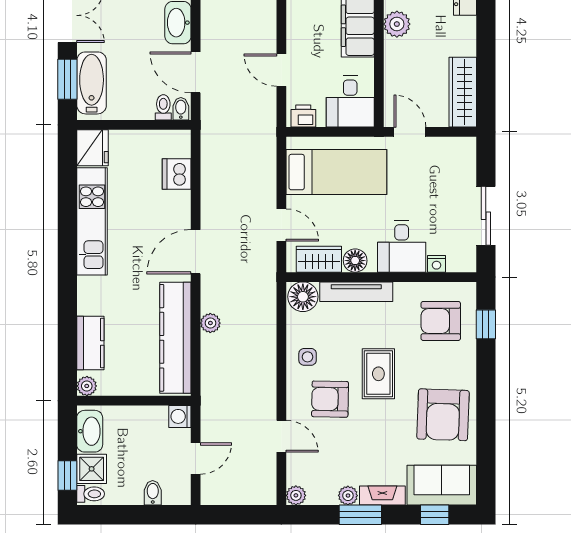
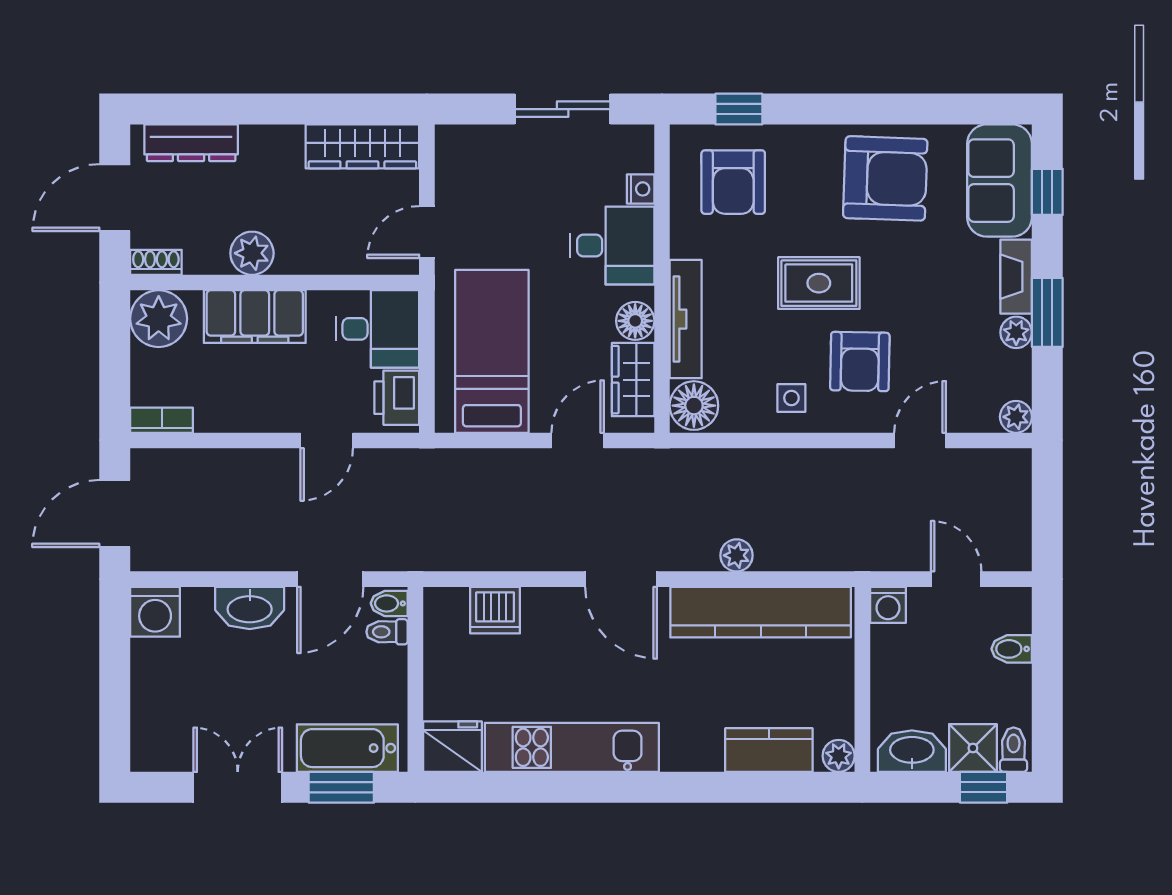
printer: (303, 116) -> (397, 398), width x1.36, depth x1.24

